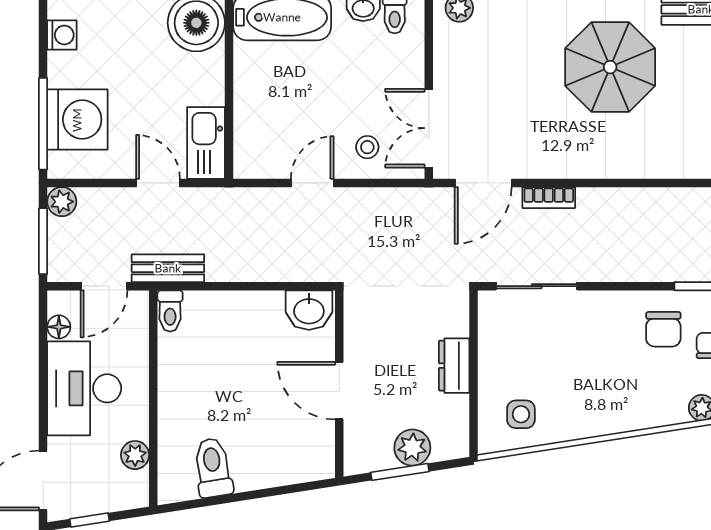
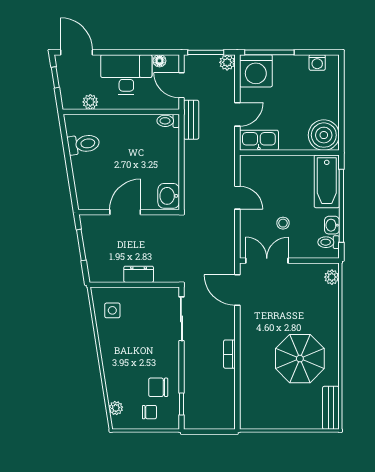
washing machine: (77, 120) -> (256, 71), moved
stool: (367, 147) -> (283, 223), moved
bookcase: (549, 198) -> (229, 354), moved
plant: (412, 448) -> (94, 252), removed

